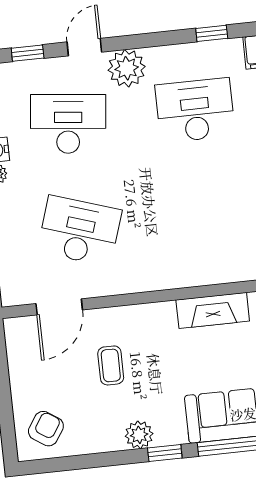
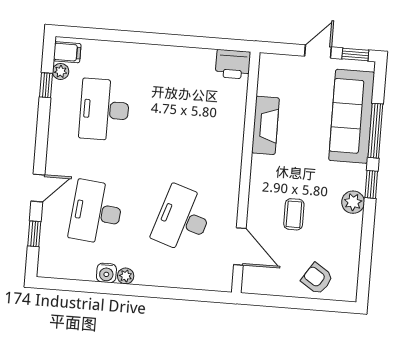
door: (84, 47) -> (38, 188), swing flipped
plant: (127, 68) -> (61, 71), moved, width x0.53, depth x0.53
coffee table: (111, 365) -> (294, 214), turned 90
armchair: (46, 429) -> (317, 279), moved

